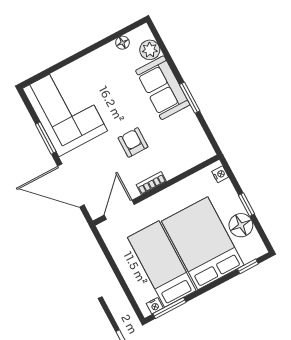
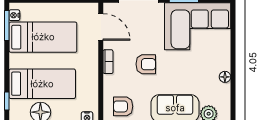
floor lamp: (122, 43) -> (225, 77), moved
armchair: (189, 143) -> (123, 106), added
bed: (203, 243) -> (42, 84), width x0.67

